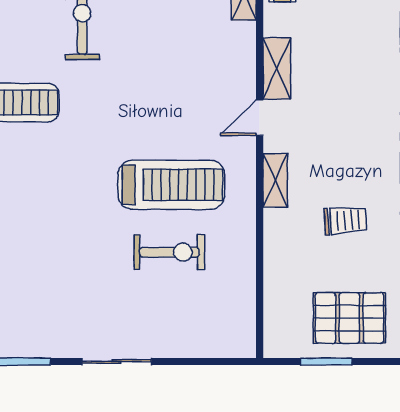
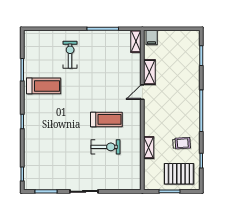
shelving: (275, 180) -> (149, 148), moved
treadmill: (171, 185) -> (106, 119), width x0.73, depth x0.73
trolley: (345, 220) -> (182, 143), moved

